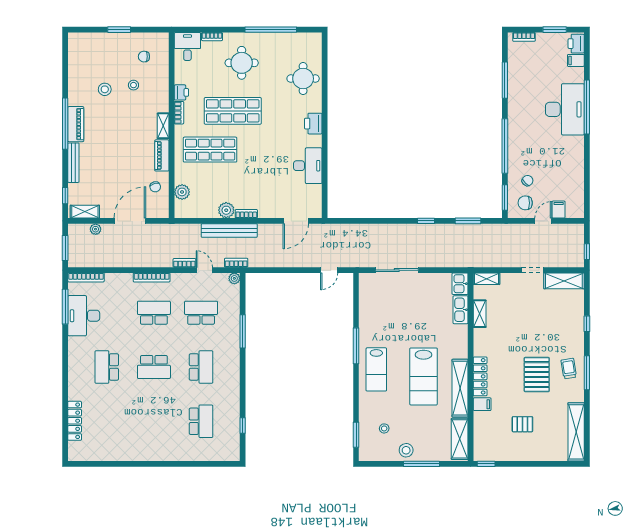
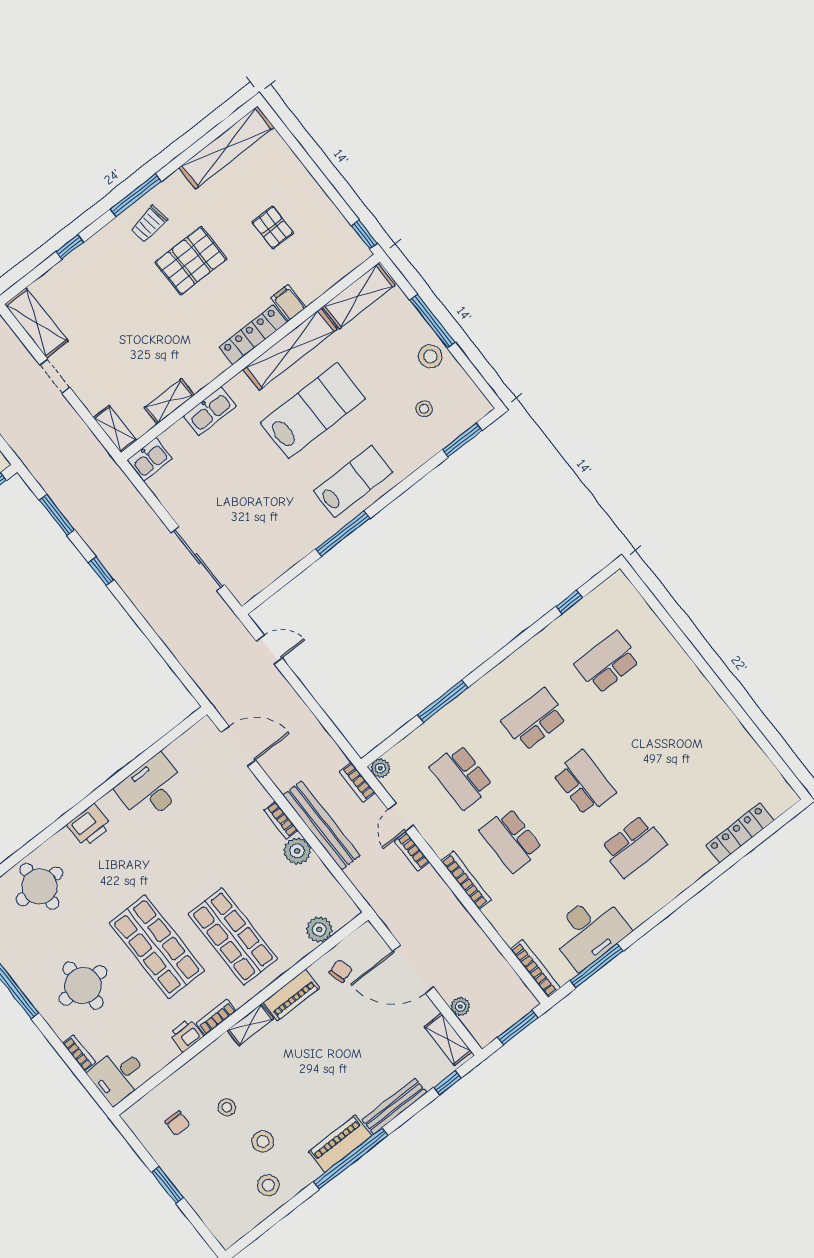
stool: (83, 76) -> (268, 1185), added
kitchen sink: (461, 310) -> (210, 411), moved

